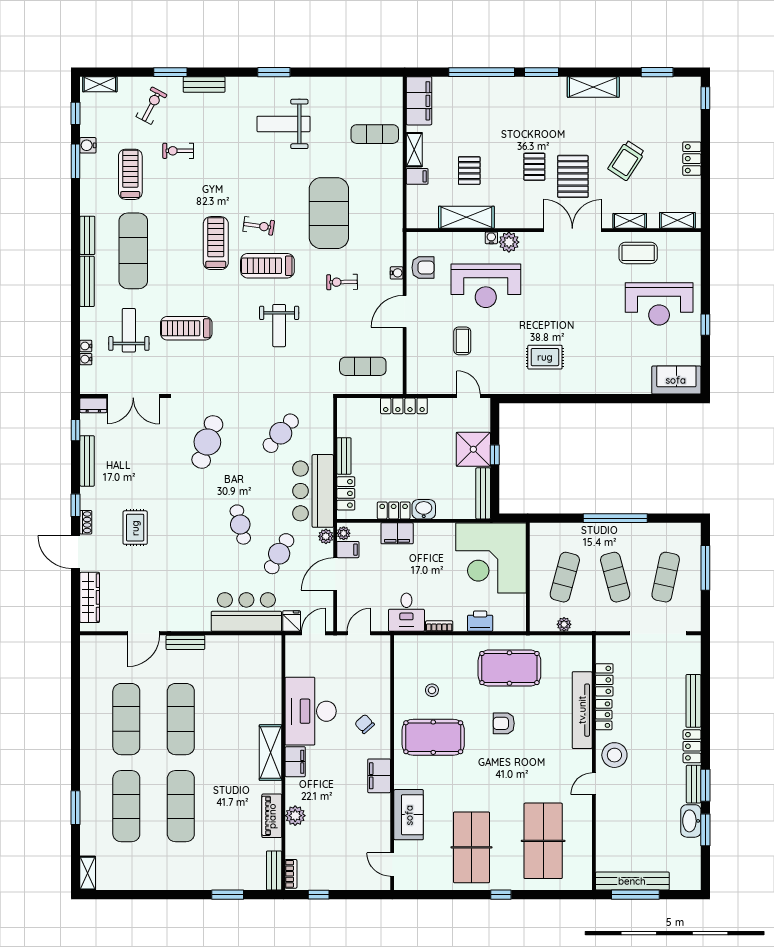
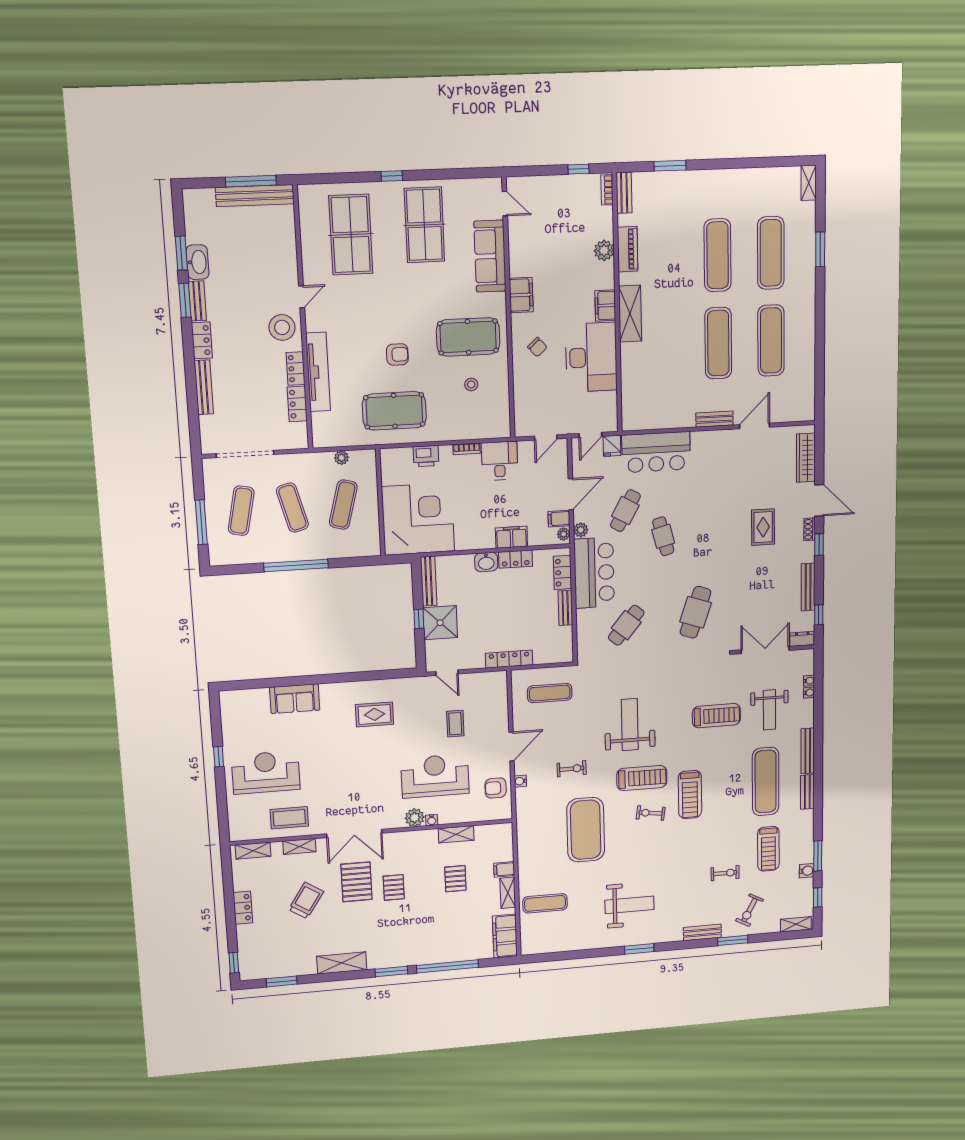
shelving: (466, 217) -> (456, 834), width x0.67, depth x0.75
weight bench: (279, 326) -> (630, 725), width x1.36, depth x1.33
sofa: (676, 380) -> (295, 699), moved
sofa: (409, 815) -> (490, 256), width x1.36

